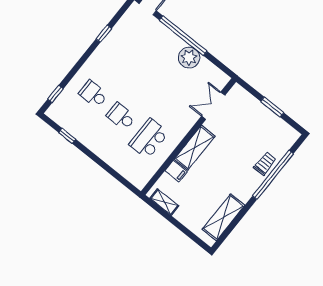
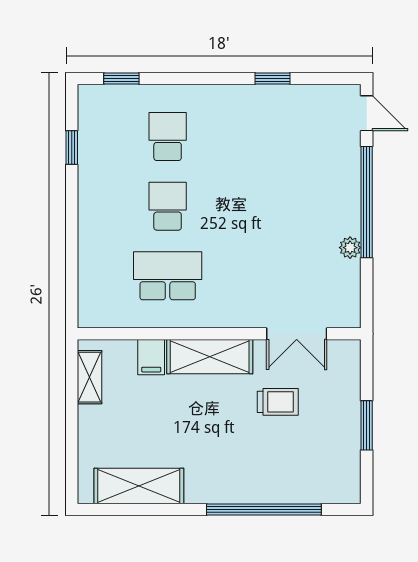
plant: (189, 58) -> (350, 248), width x0.53, depth x0.53
double door: (213, 106) -> (297, 334), swing flipped
trolley: (265, 163) -> (278, 402), moved

